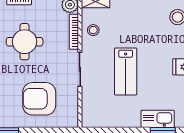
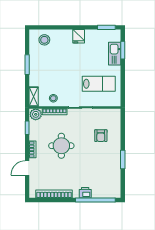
lab bench: (126, 71) -> (99, 84), moved
armchair: (39, 99) -> (101, 136), width x0.53, depth x0.53

